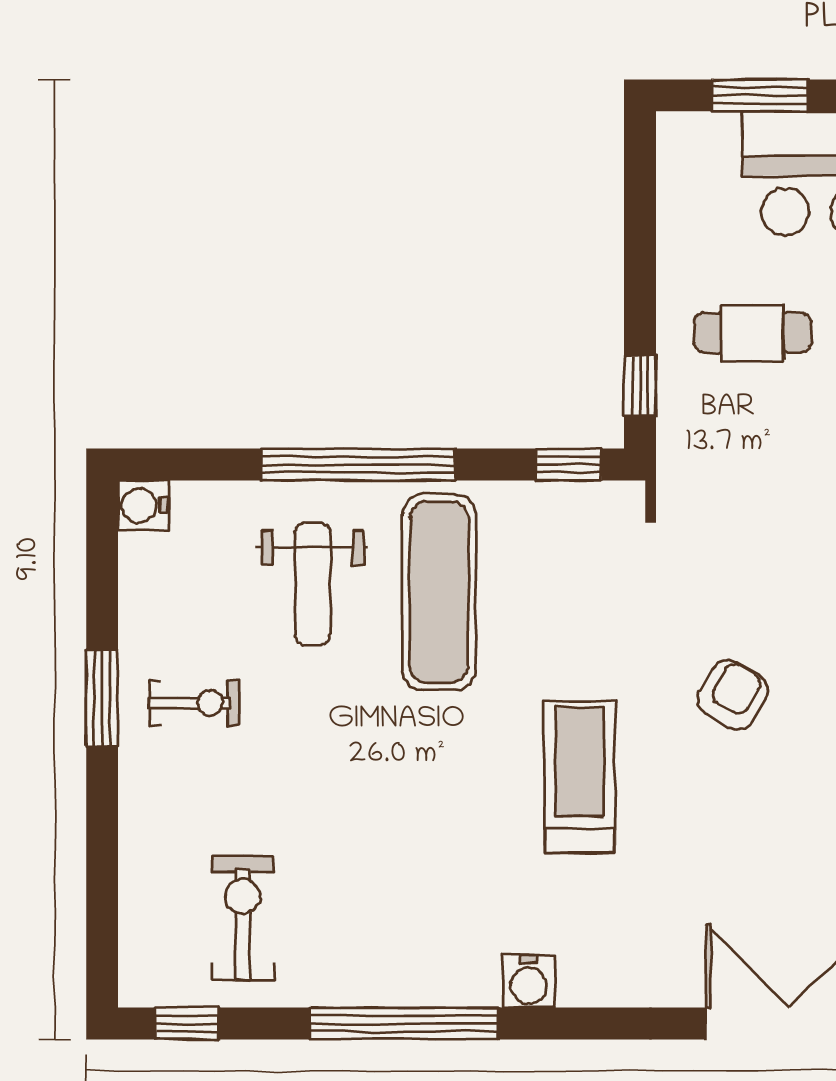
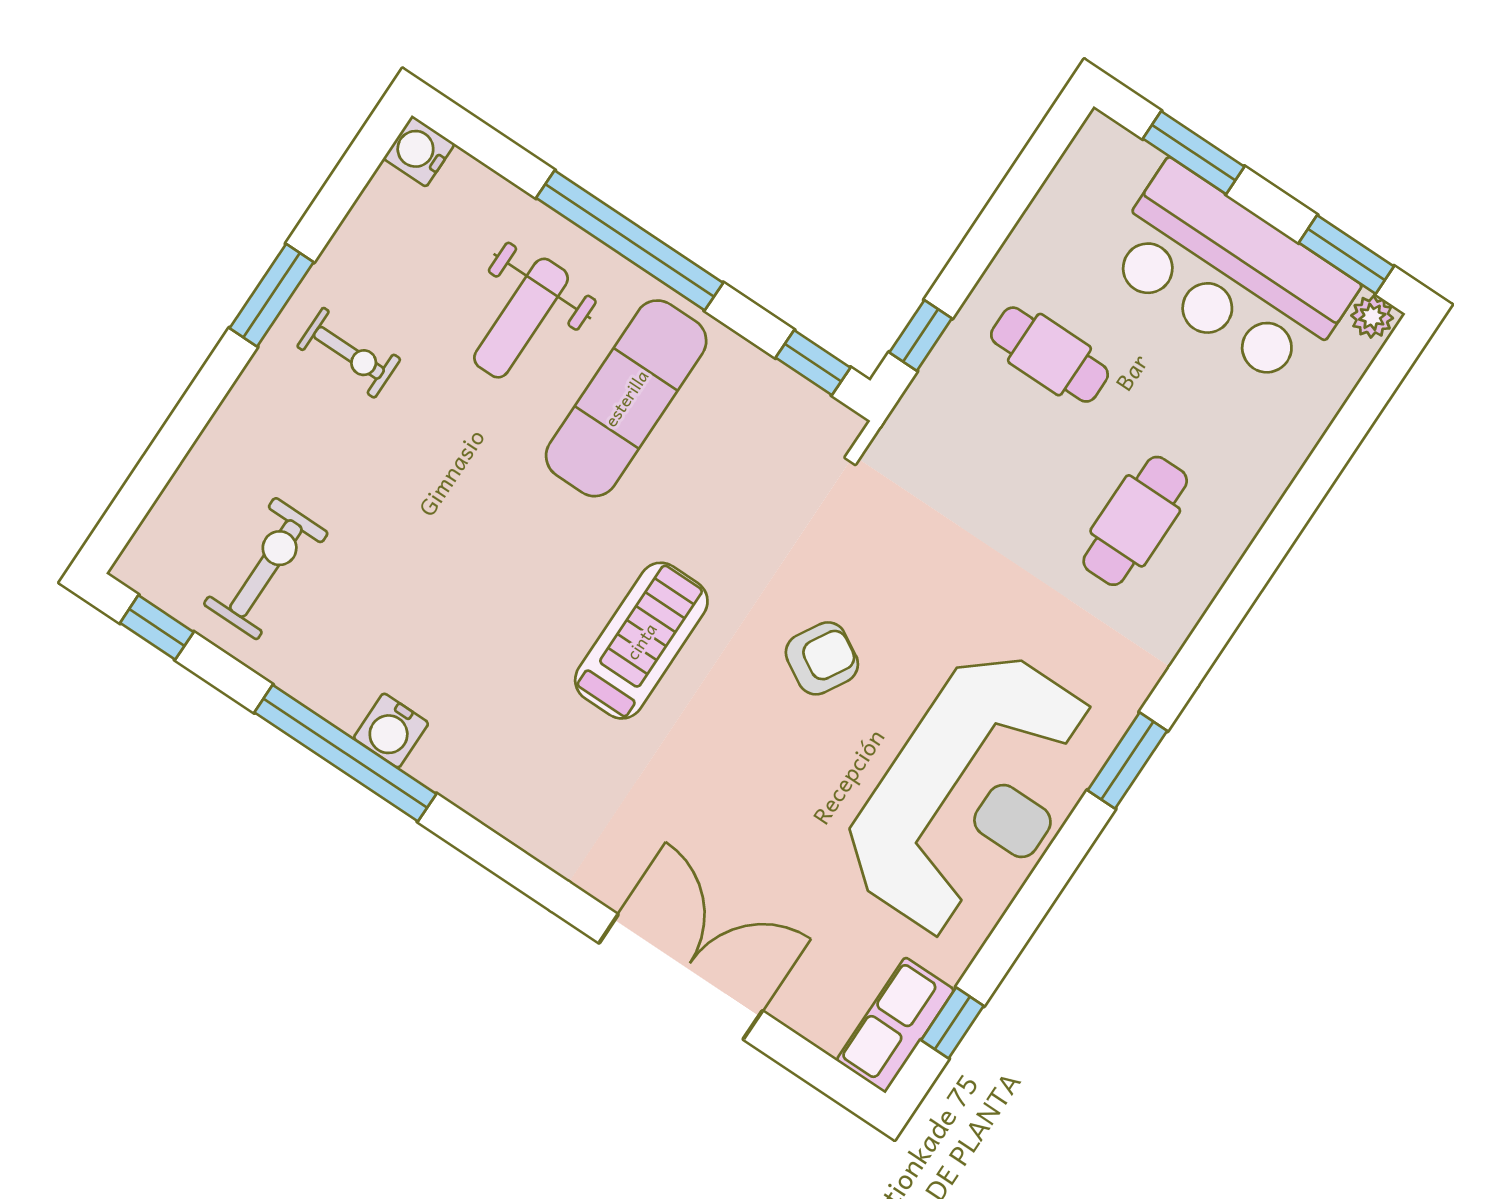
water cooler: (529, 981) -> (391, 731), moved

